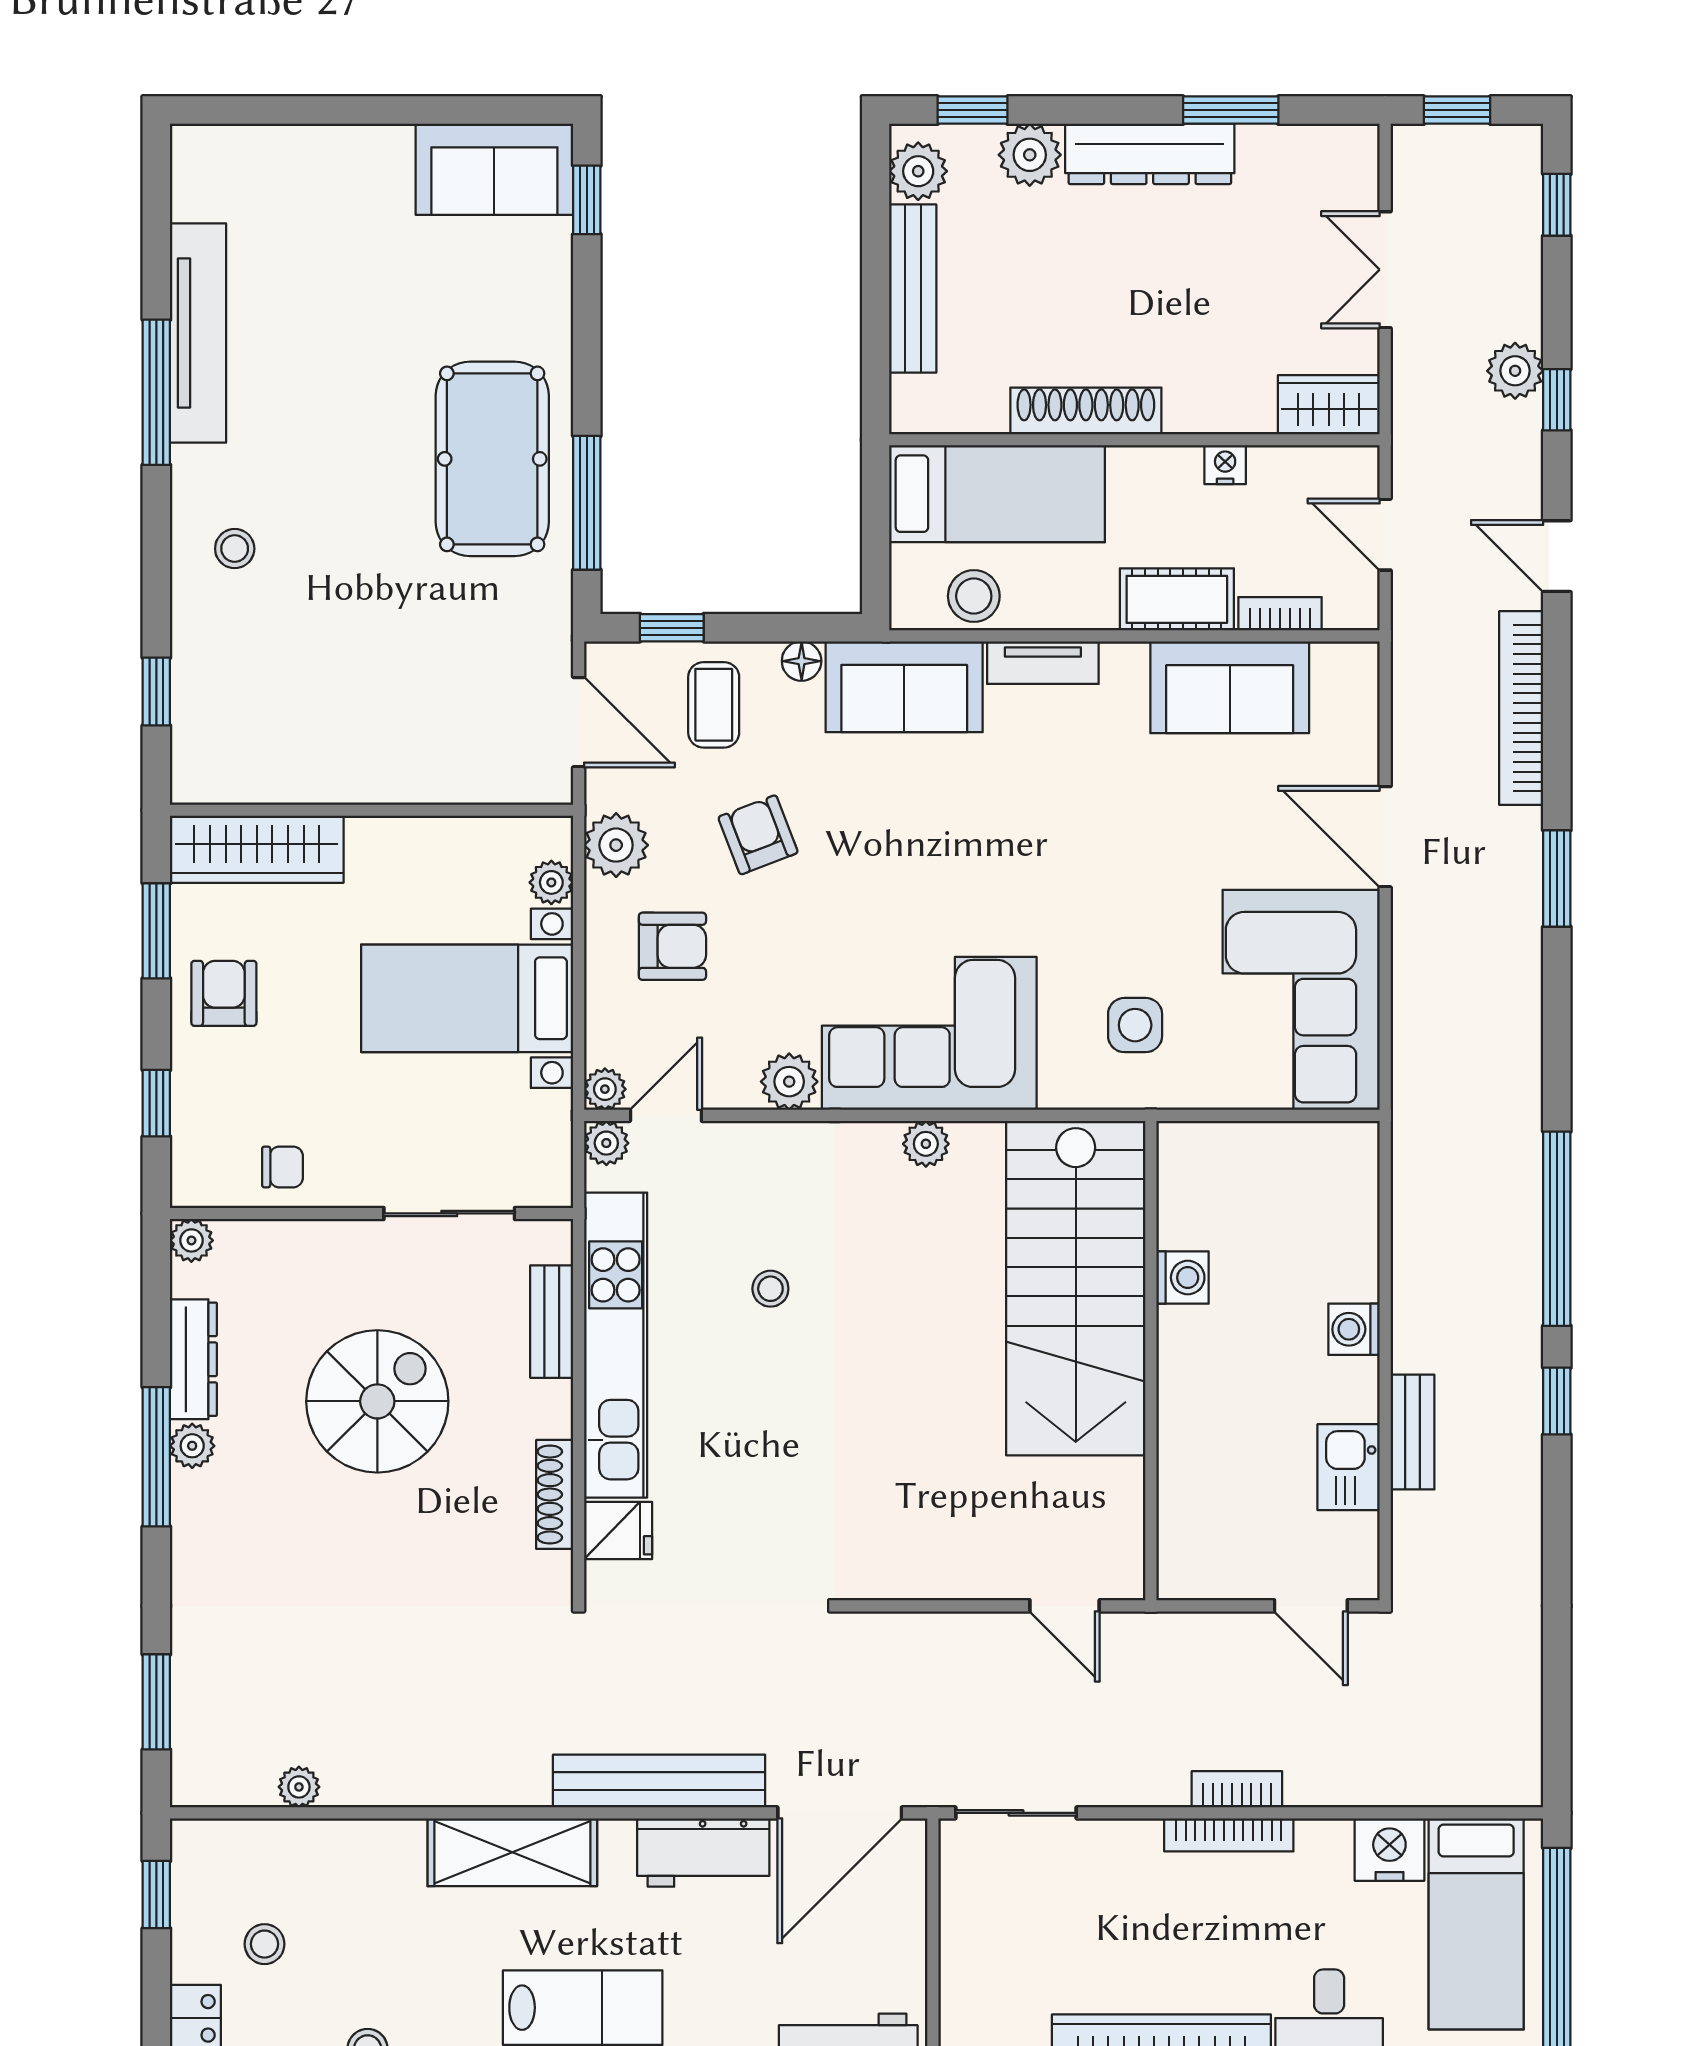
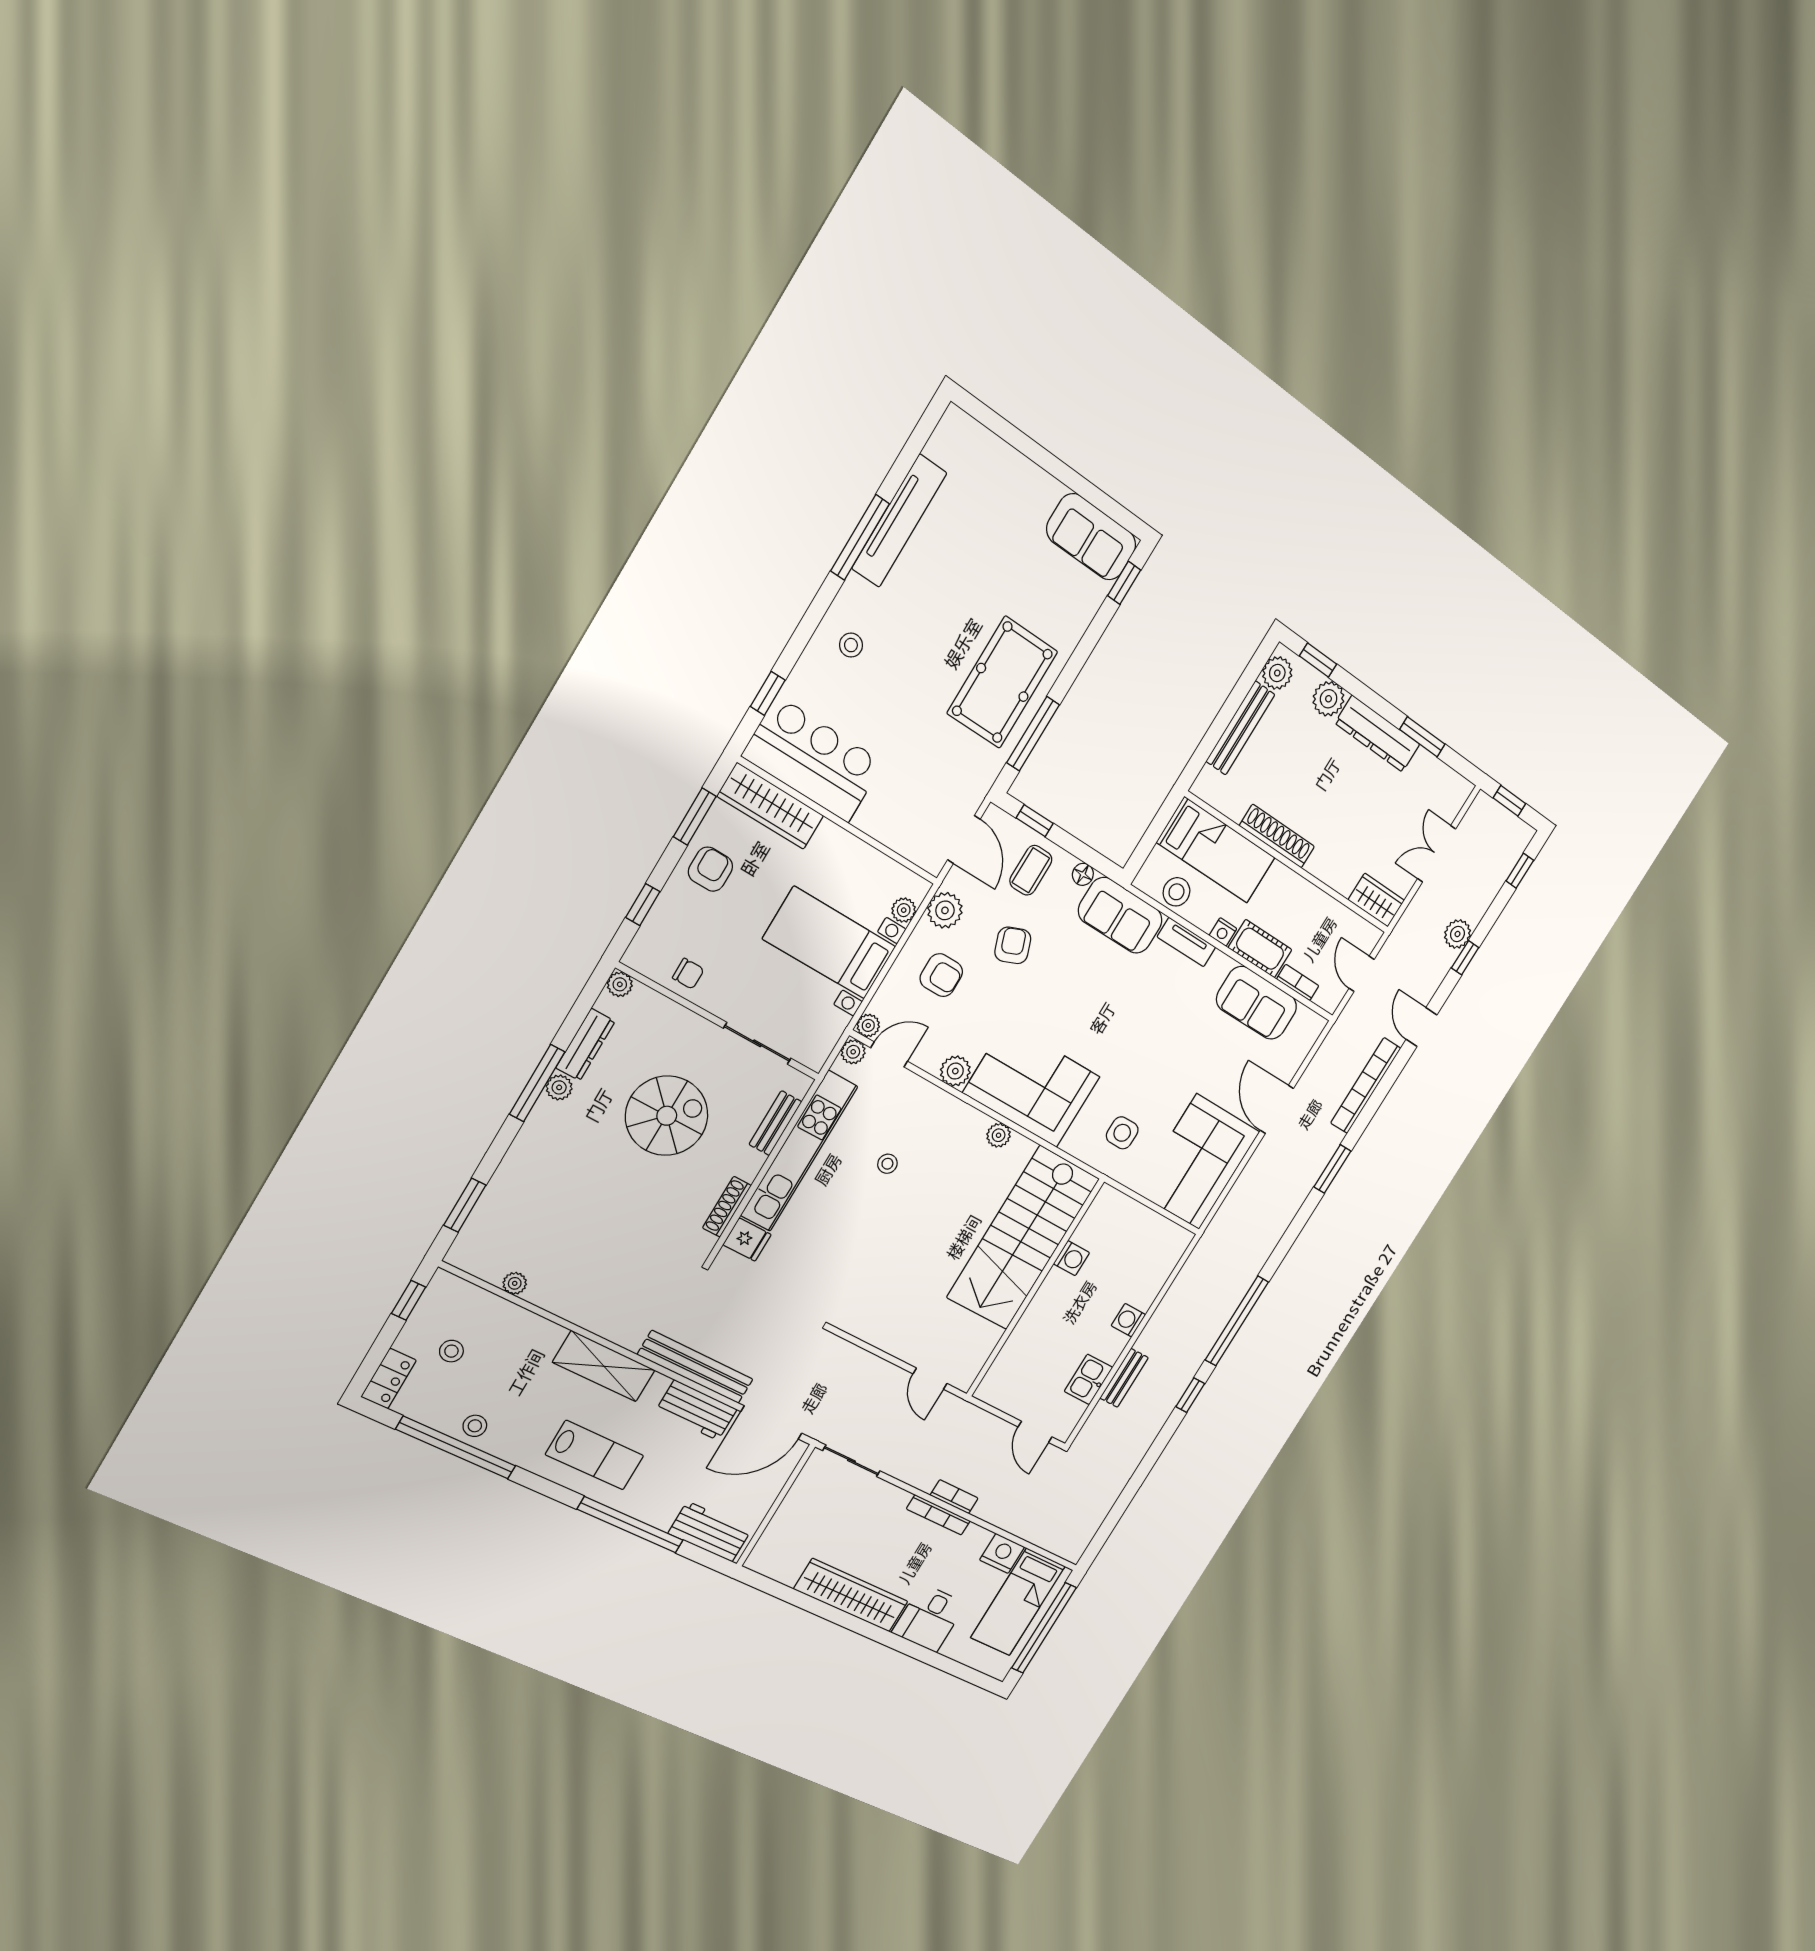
nightstand: (1225, 465) -> (1223, 932), moved, turned 180
bar counter: (278, 745) -> (813, 759), added

